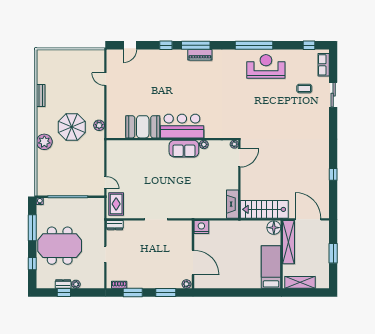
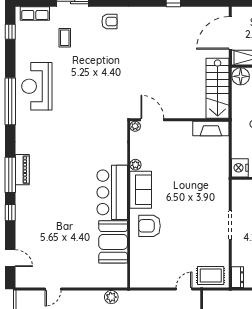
armchair: (317, 124) -> (109, 21), added
armchair: (155, 155) -> (149, 226), added

